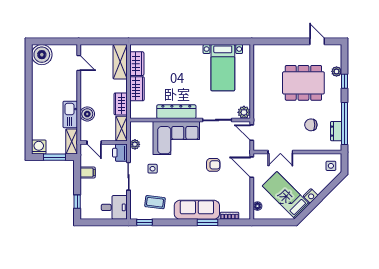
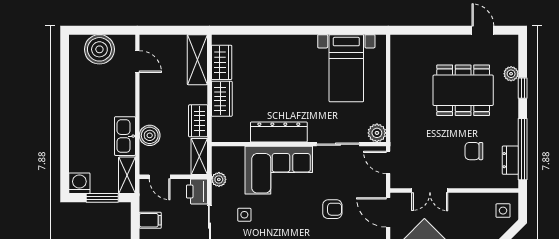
boiler: (42, 55) -> (99, 49), moved

